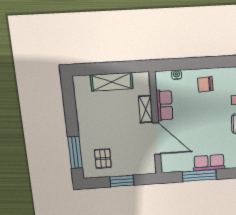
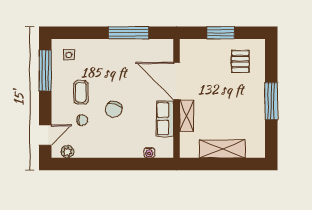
chair: (205, 84) -> (114, 109), moved, turned 110
window: (75, 153) -> (271, 101), moved
row of seats: (209, 163) -> (116, 48), removed

